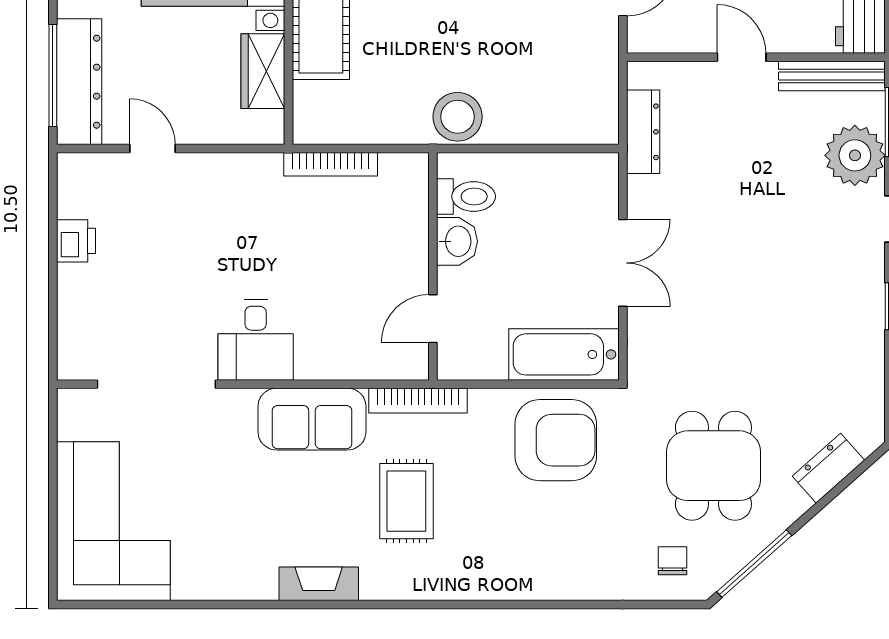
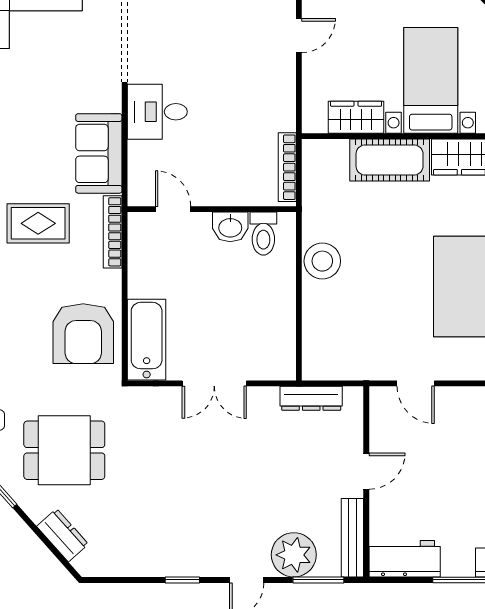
toilet: (466, 196) -> (263, 234), moved
washbasin: (457, 241) -> (230, 227), moved
wall: (433, 266) -> (212, 209), moved
door: (433, 319) -> (173, 209), moved

